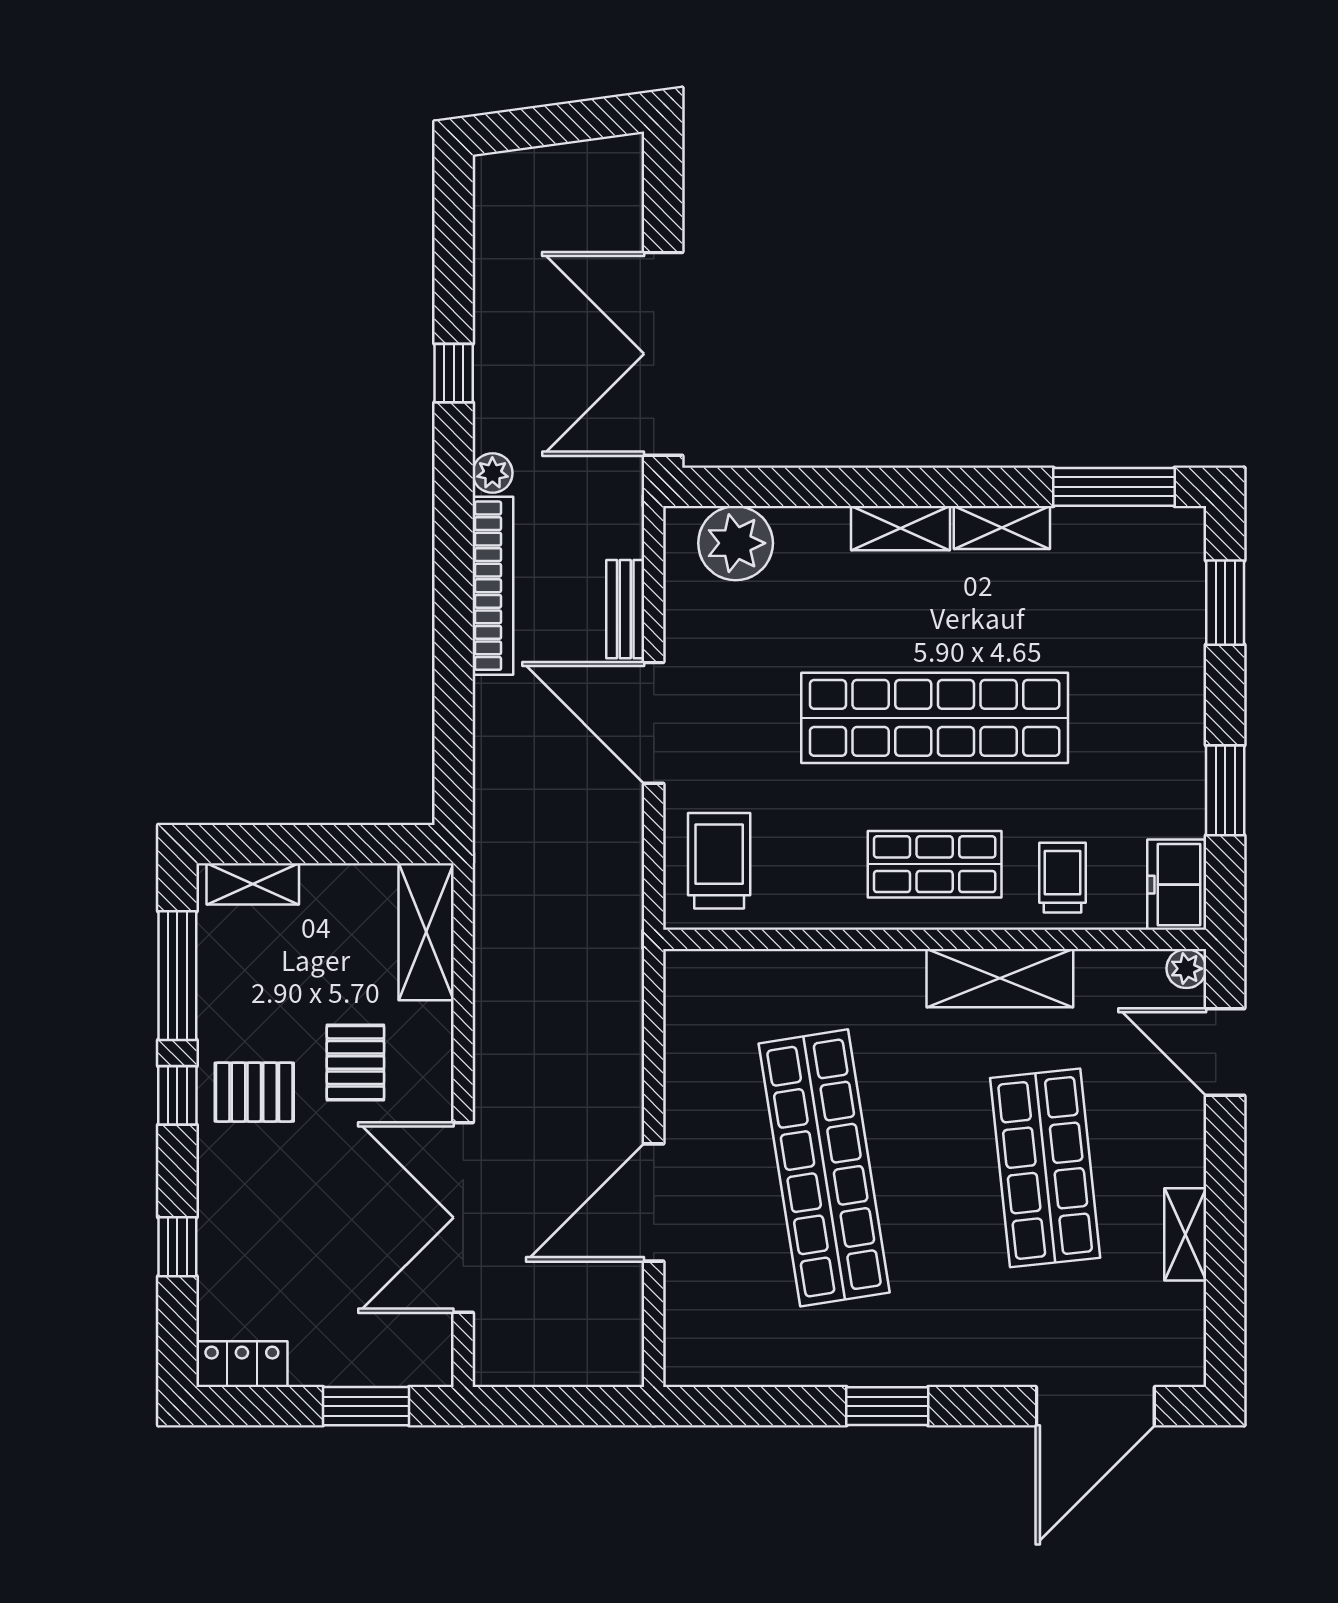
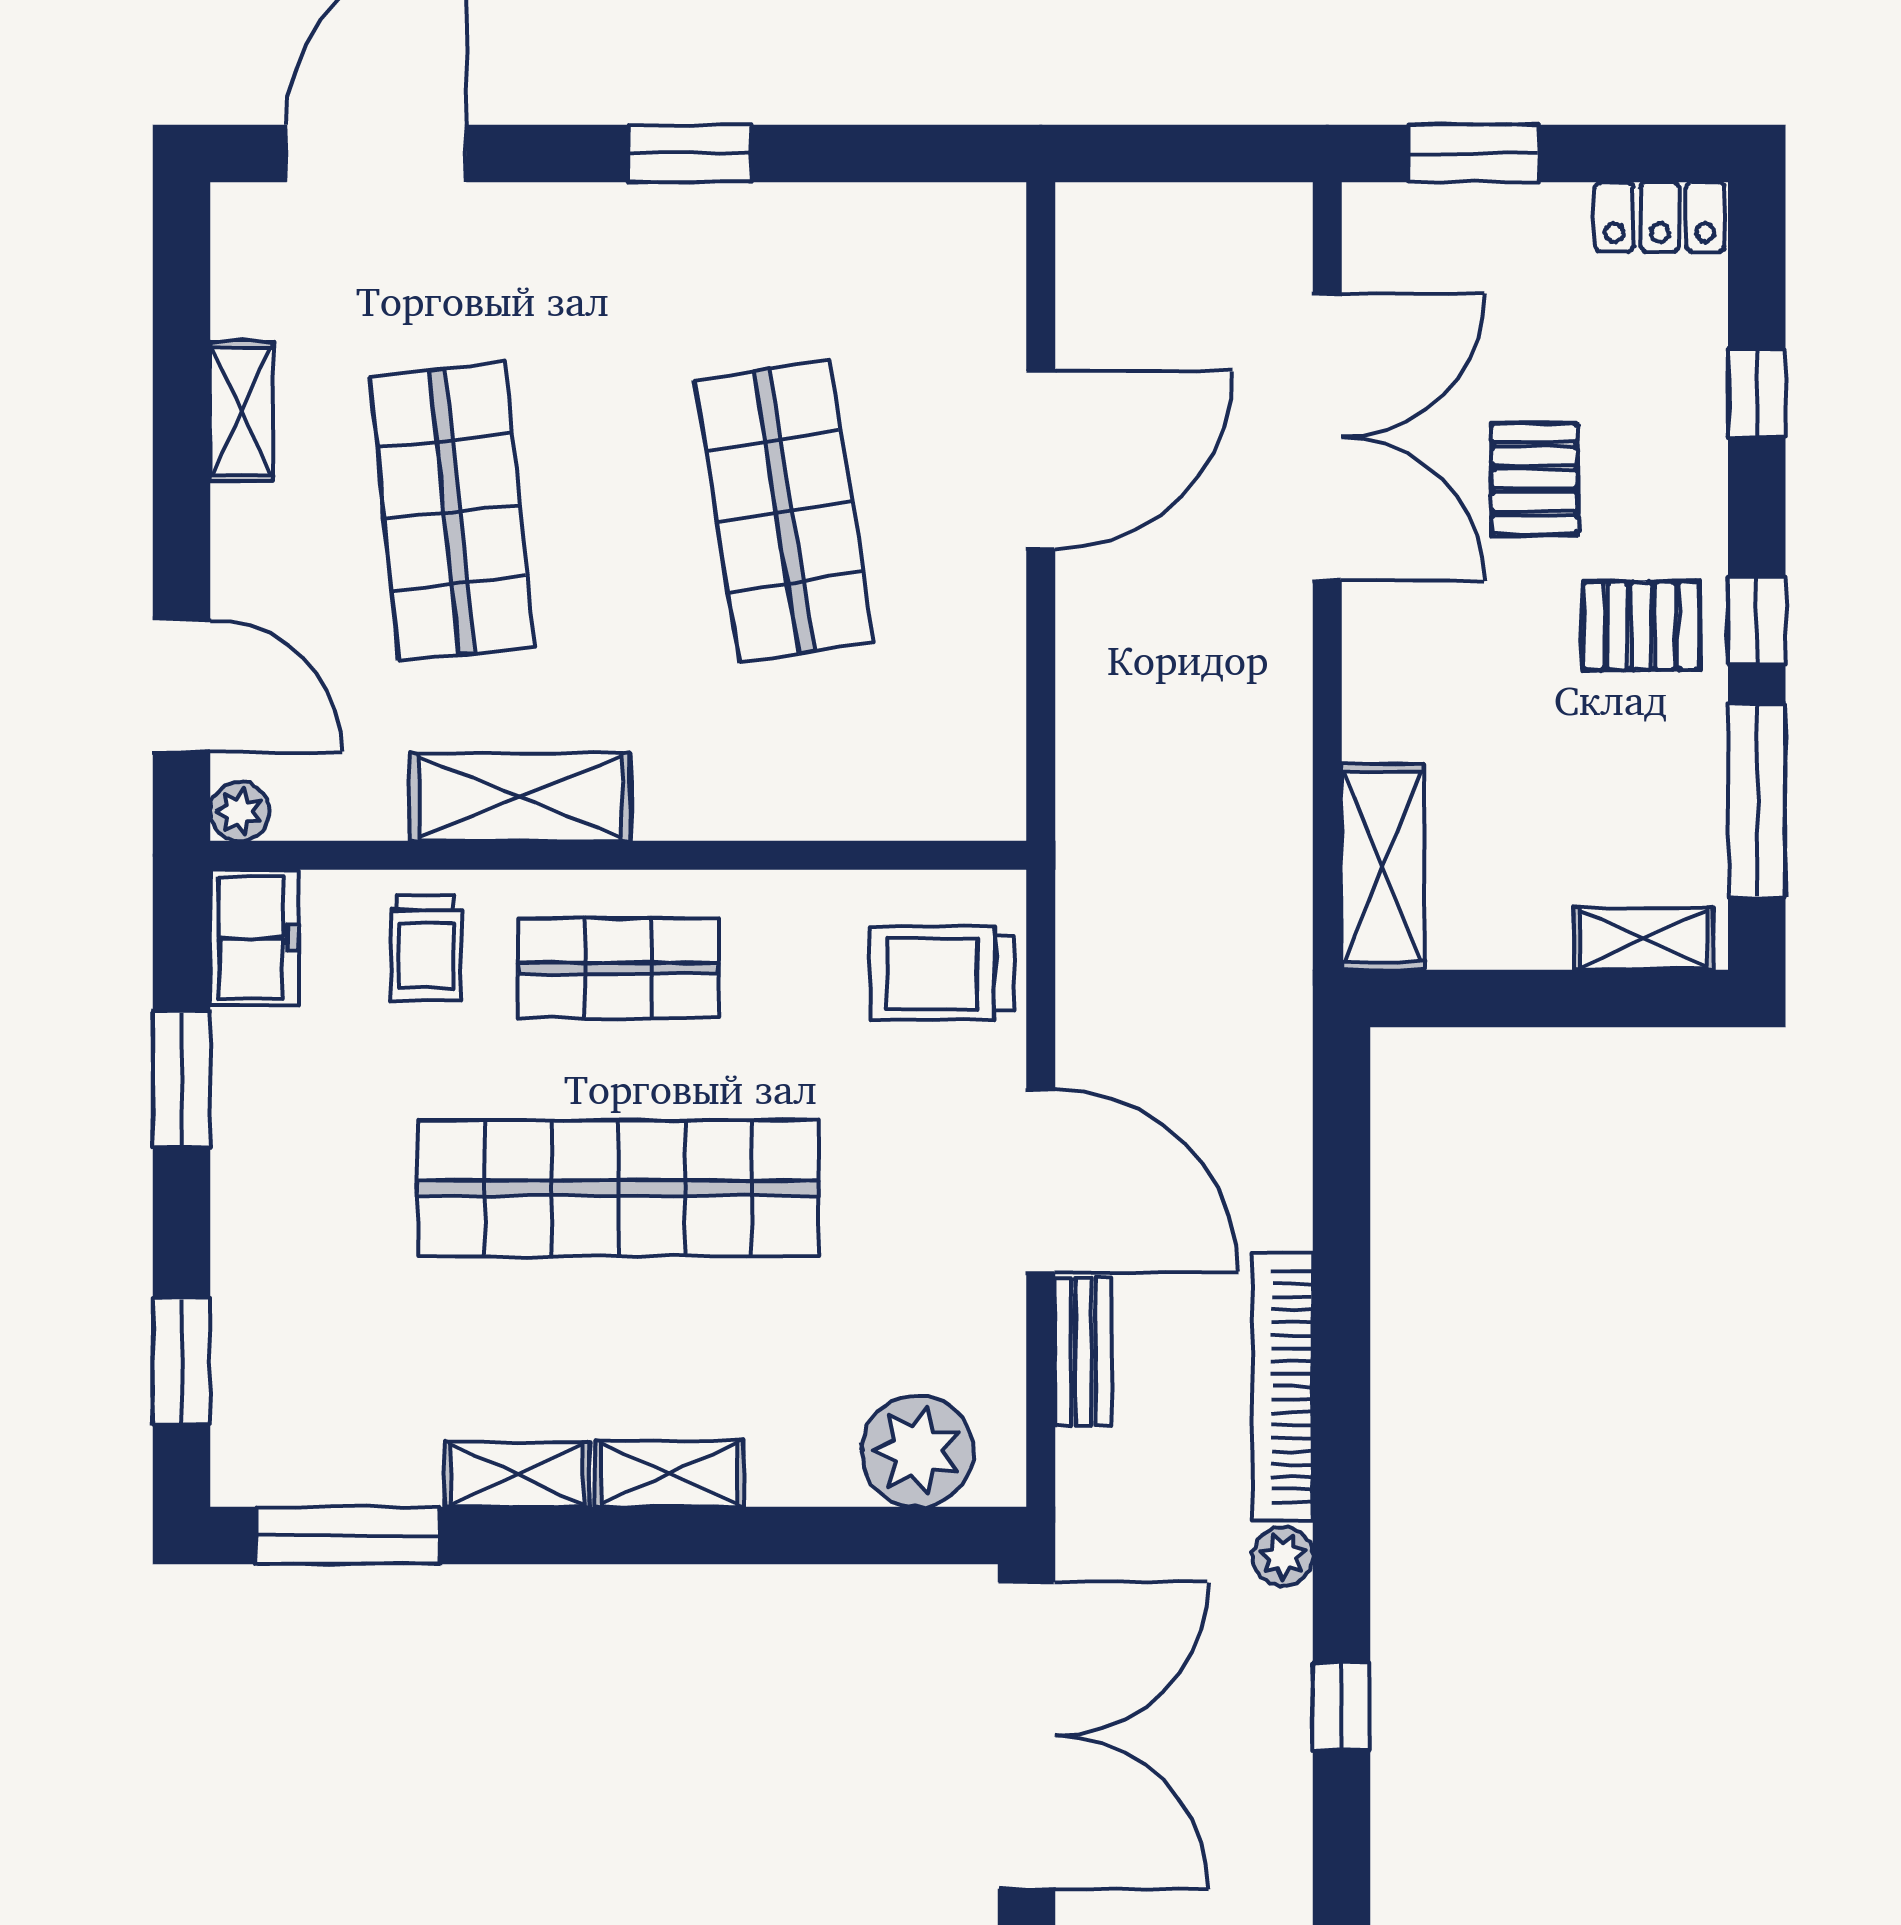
trolley: (719, 861) -> (942, 973), turned 90
pallet: (355, 1063) -> (1535, 479), moved
shop shelf: (824, 1168) -> (784, 512), width x0.71

